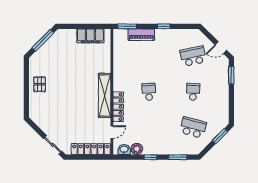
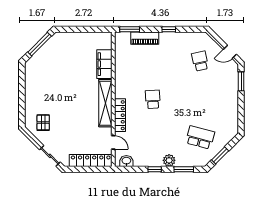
filing cabinet: (90, 36) -> (104, 64), moved, turned 90
school desk: (193, 56) -> (200, 61), width x0.54
pallet: (40, 84) -> (43, 123), moved
school desk: (193, 92) -> (200, 99), removed
door: (112, 132) -> (113, 142), hinge flipped
window: (220, 136) -> (220, 155), moved
plant: (137, 149) -> (169, 160), moved

